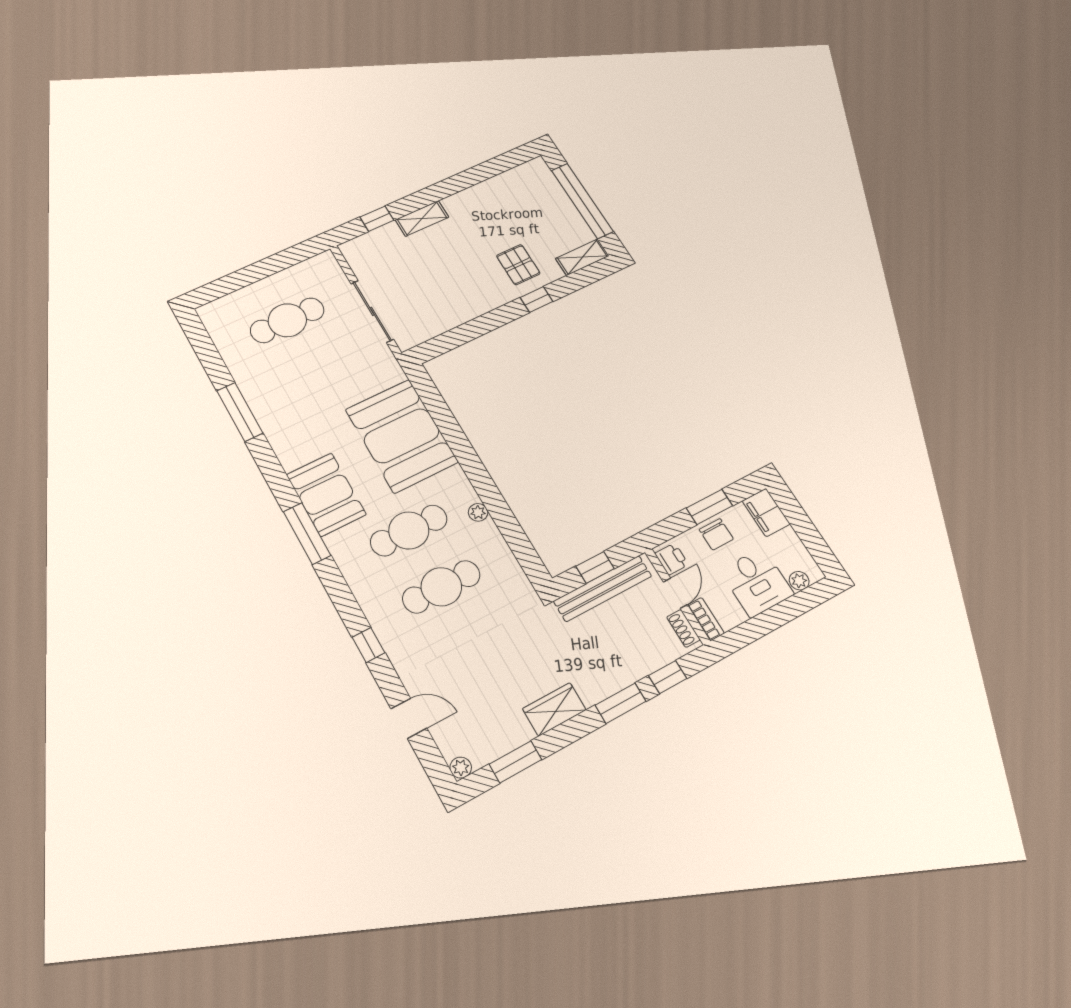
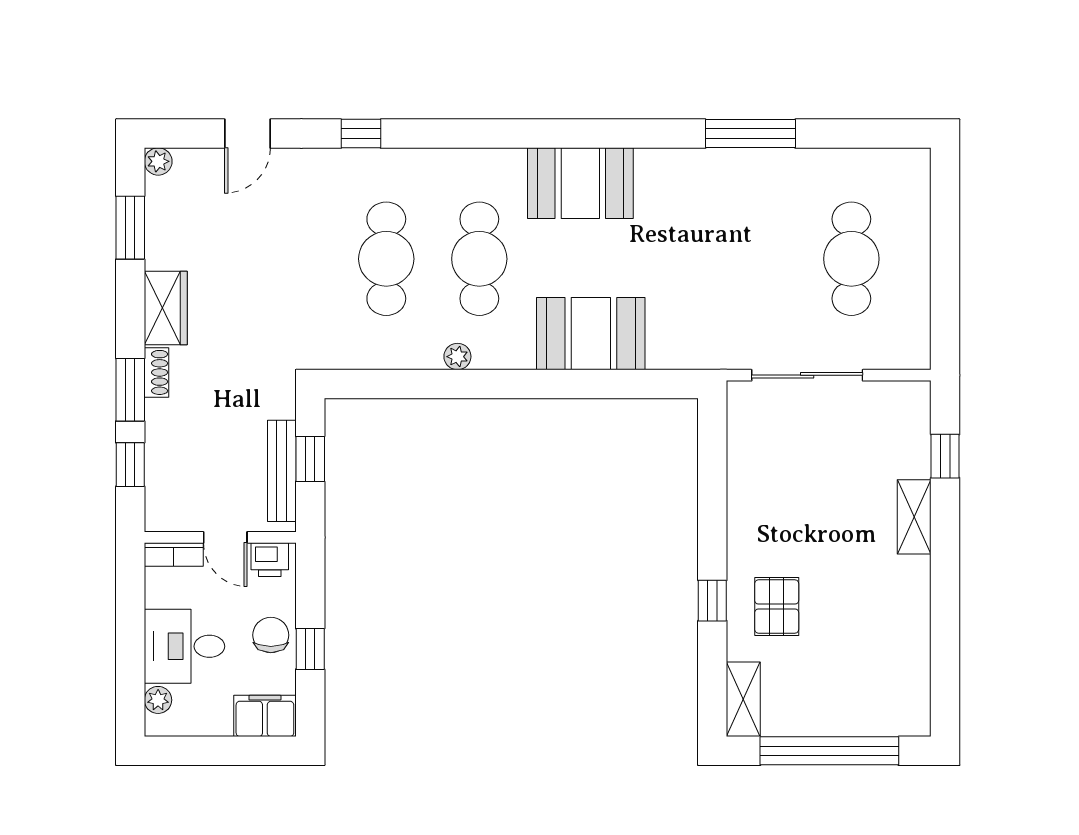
pallet: (518, 265) -> (777, 607), turned 90
booth: (402, 436) -> (591, 334), width x0.73, depth x0.70
window: (709, 507) -> (310, 649), width x0.67
window: (307, 534) -> (541, 134), removed
chair: (716, 534) -> (271, 635), turned 90
bench: (603, 589) -> (282, 471), width x0.73, depth x0.82
shoe rack: (683, 628) -> (156, 372), moved, turned 90

